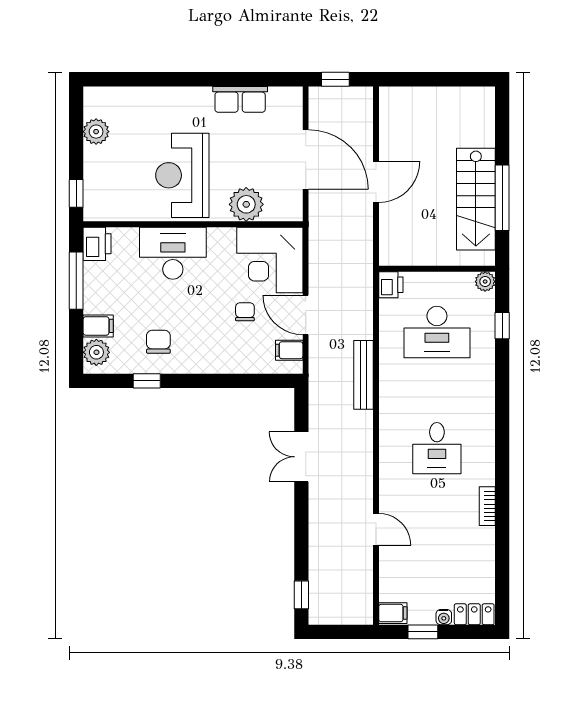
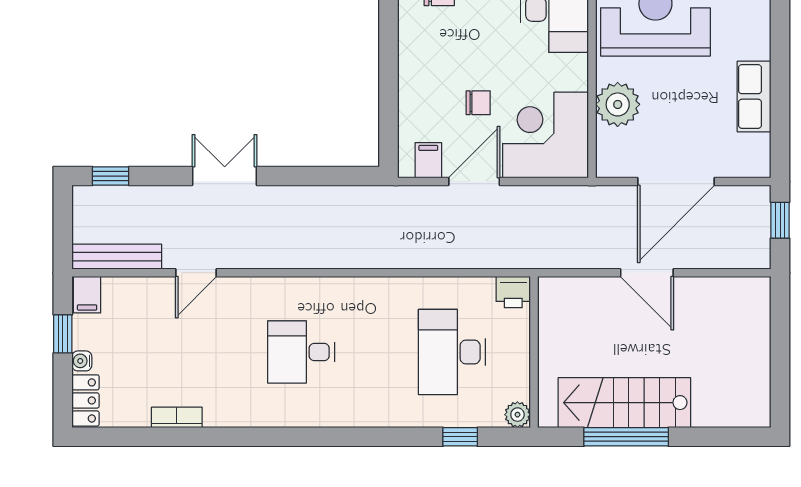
bench: (363, 375) -> (117, 257), moved
double door: (301, 457) -> (225, 176), moved
bookcase: (487, 506) -> (177, 417), moved

